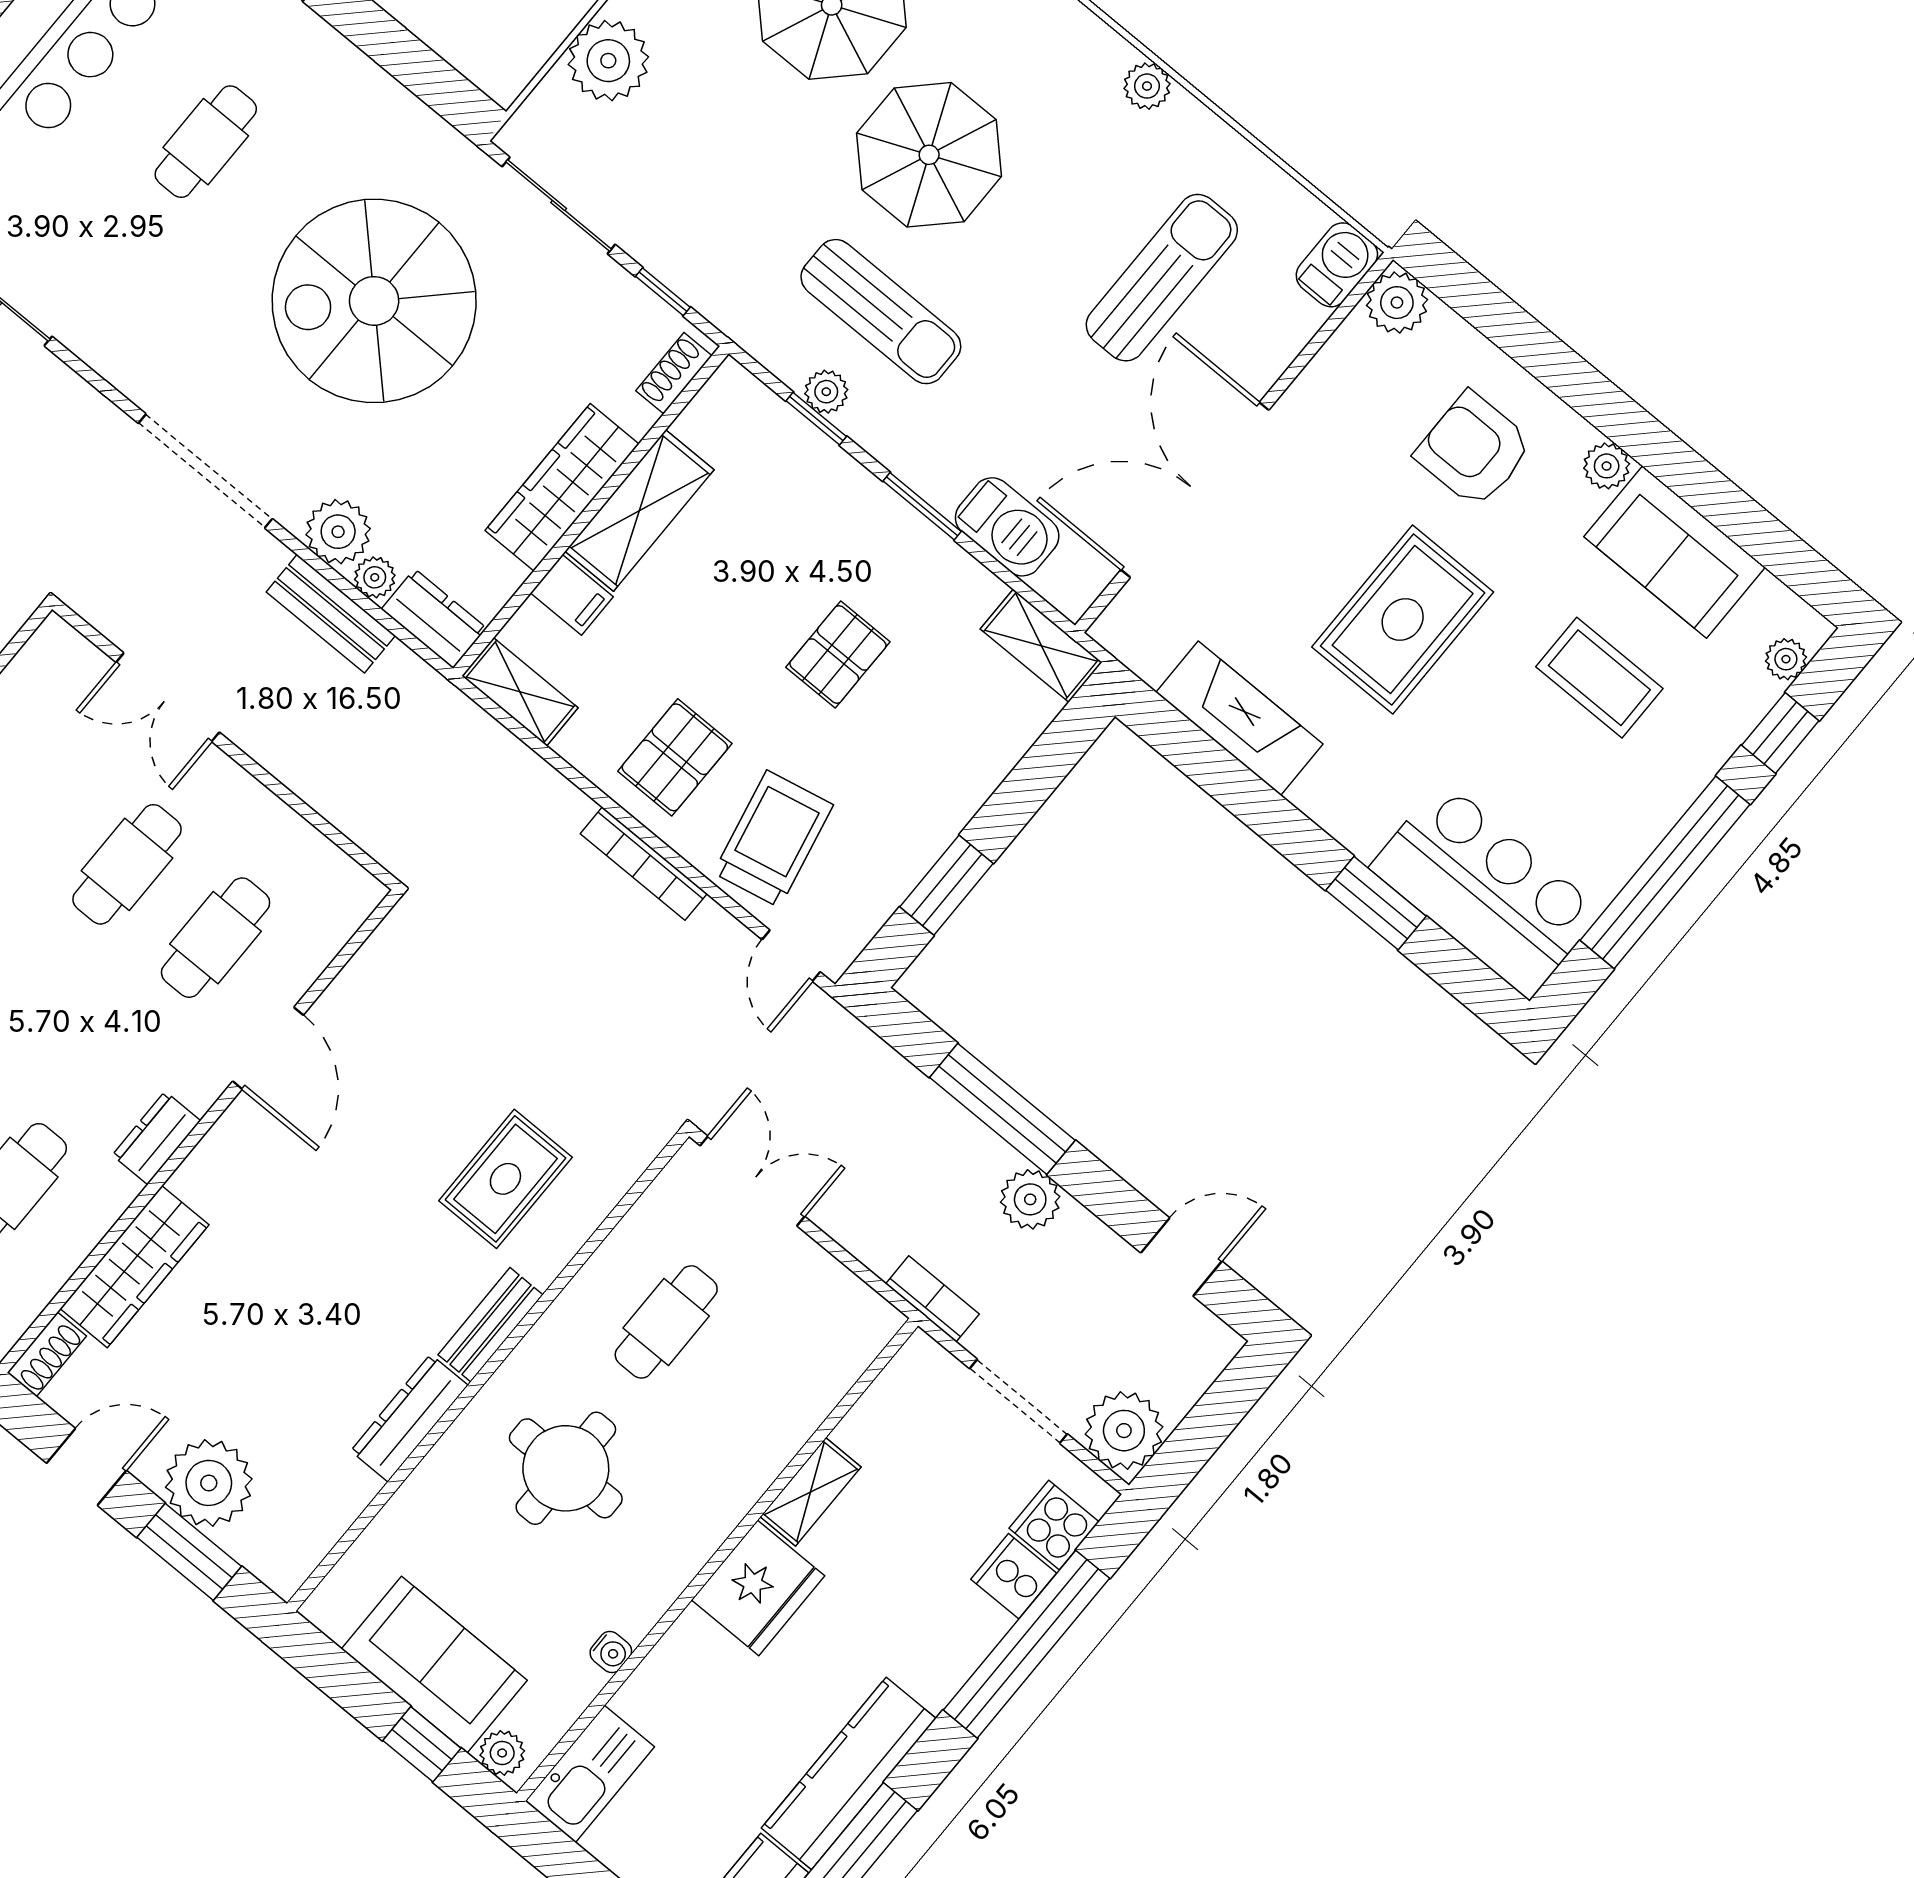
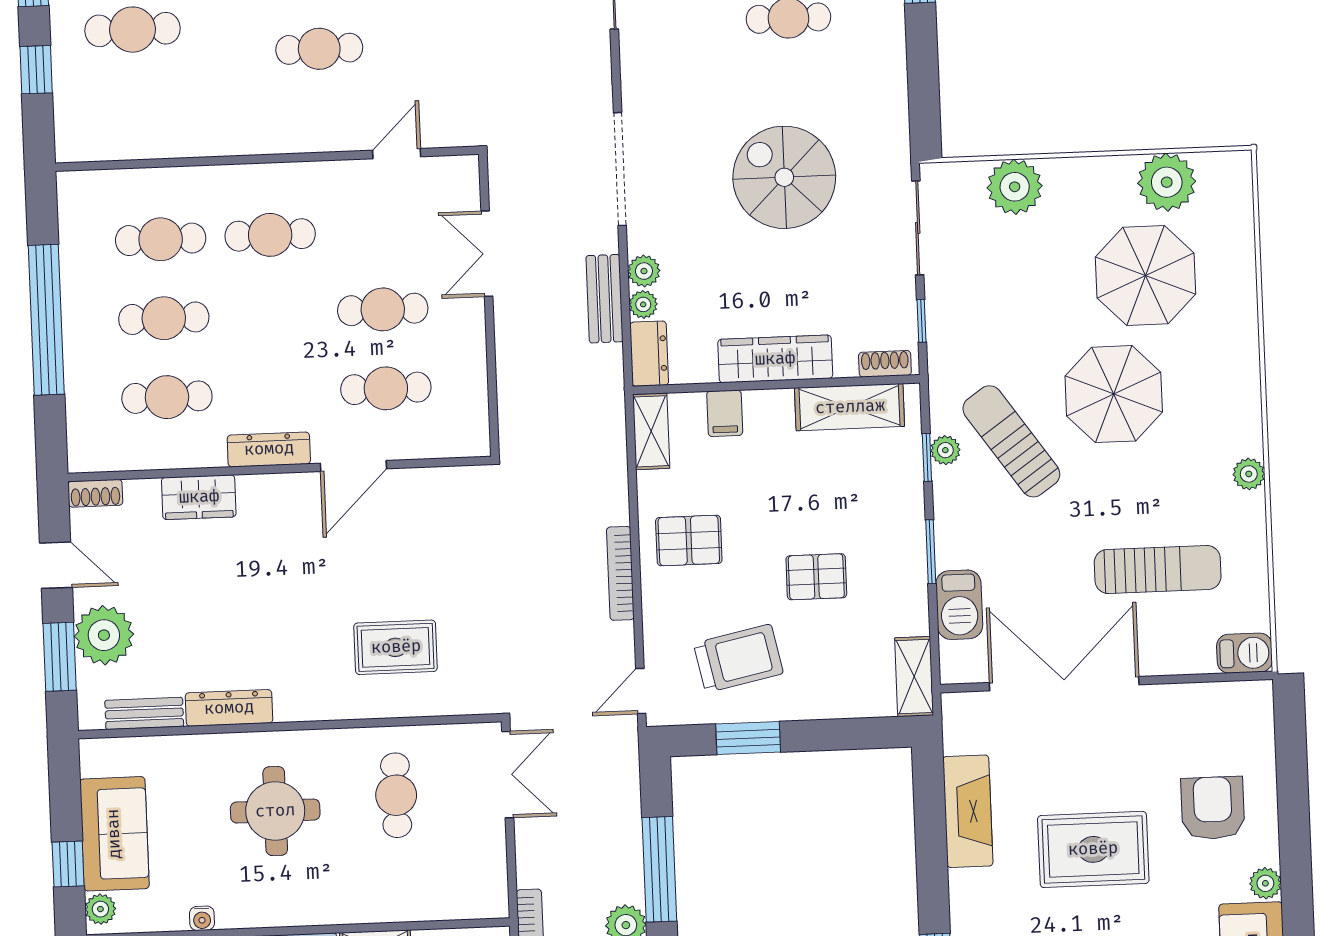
spiral stairs: (374, 301) -> (784, 177), width x0.73, depth x0.73
plant: (1397, 303) -> (1253, 701), removed
sun lounger: (881, 312) -> (1011, 441), turned 145
shelving: (639, 510) -> (850, 407), moved
plant: (338, 532) -> (644, 271), width x0.73, depth x0.73
trolley: (773, 839) -> (738, 658), moved
dresser: (156, 1138) -> (269, 449), width x1.44
wardrobe: (135, 1267) -> (199, 497), width x0.67
cafe table: (666, 1322) -> (396, 795), turned 90
bench: (490, 1325) -> (144, 713), moved

